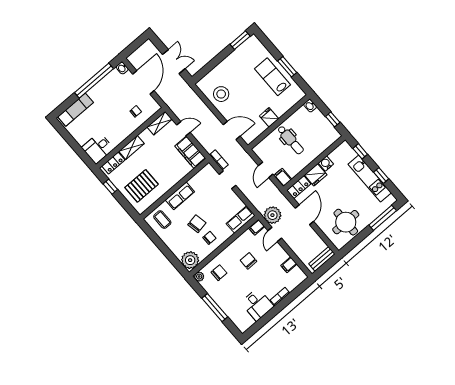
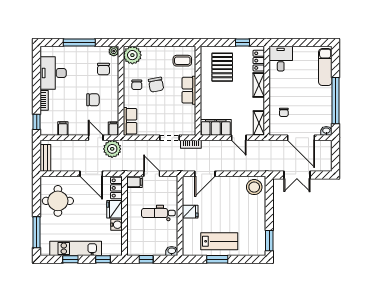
stool: (221, 94) -> (254, 187), moved
door: (183, 129) -> (239, 138), hinge flipped
window: (301, 288) -> (37, 122), added
desk: (257, 305) -> (53, 73), width x1.37

